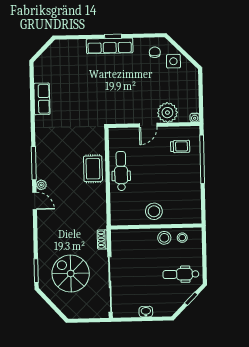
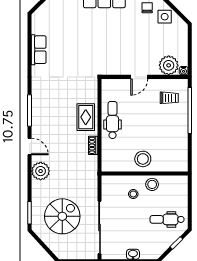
plant: (167, 113) -> (169, 65), moved
plant: (41, 185) -> (41, 171), moved, width x1.87, depth x1.87
stool: (182, 238) -> (133, 194), moved
shoe rack: (102, 240) -> (93, 145), moved
spiral stairs: (71, 274) -> (62, 216), turned 90

